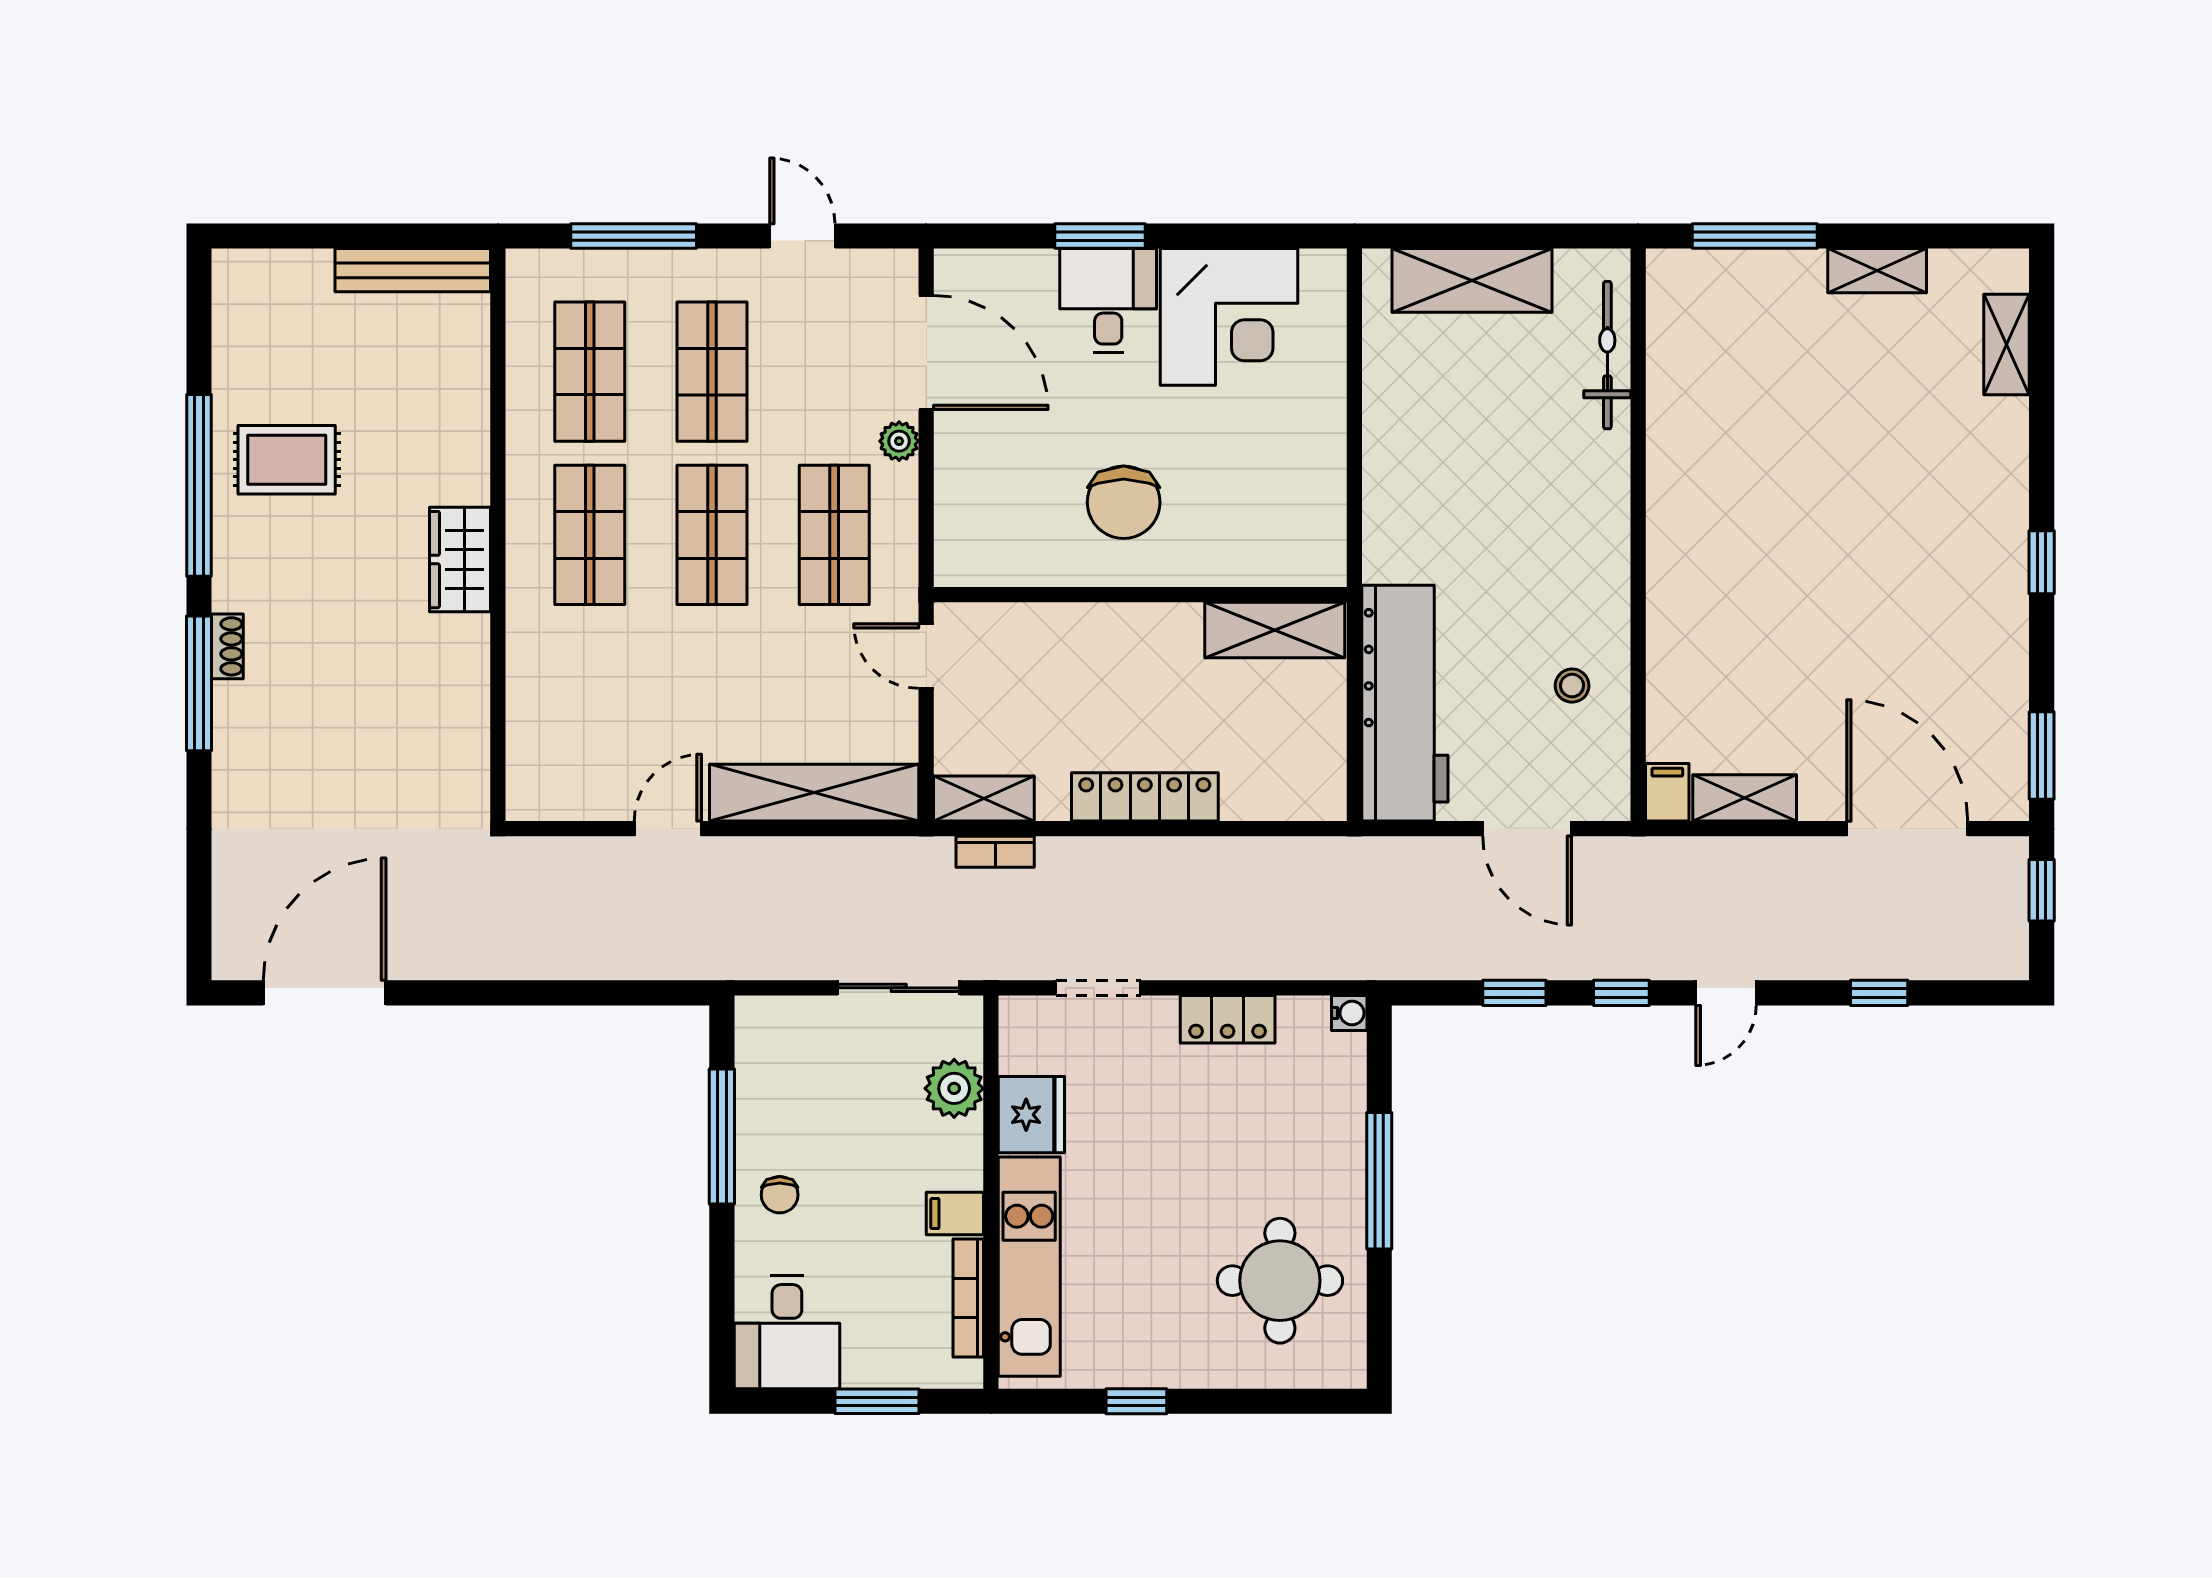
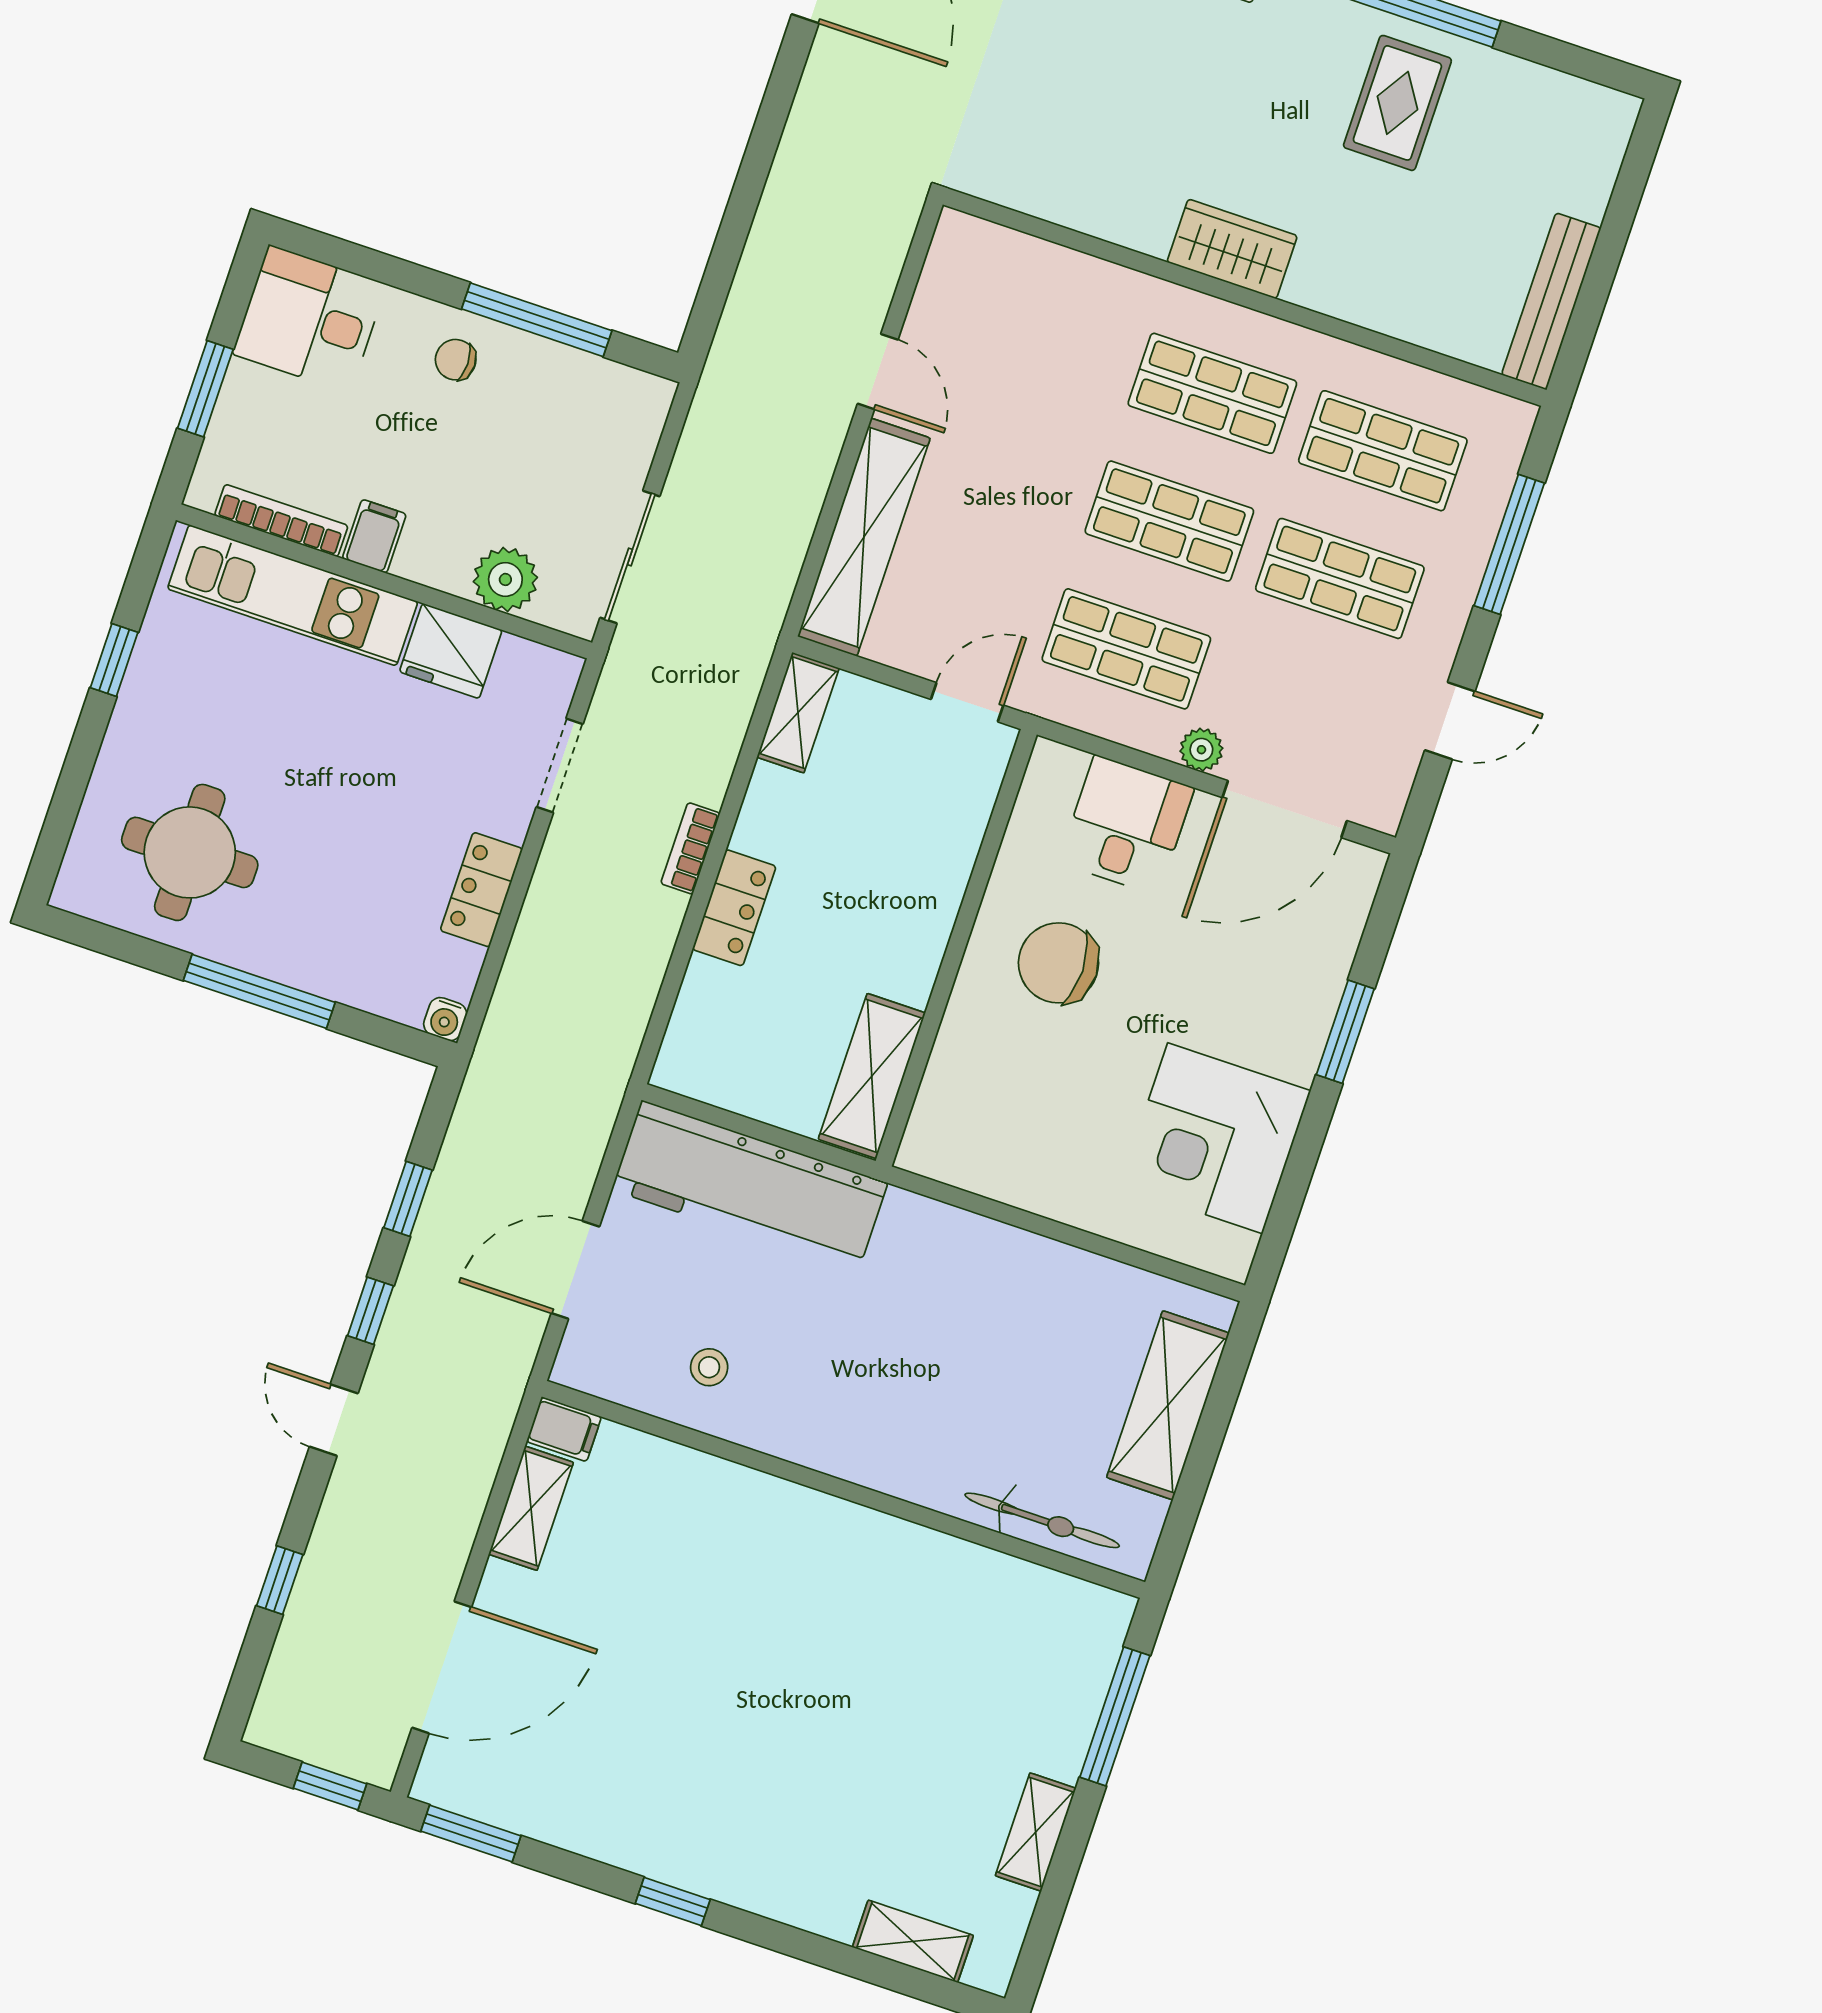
desk: (1108, 300) -> (1126, 825), moved, turned -90
locker: (1145, 797) -> (734, 908), width x0.66
bookcase: (995, 852) -> (690, 848), moved

